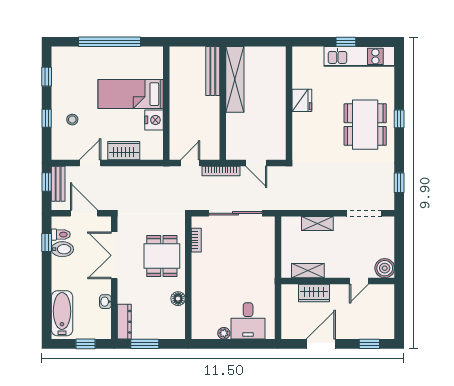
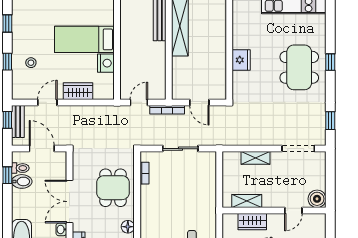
fridge: (302, 100) -> (241, 60), moved
sliding door: (236, 213) -> (180, 149), width x0.73
double door: (114, 255) -> (69, 202), moved

